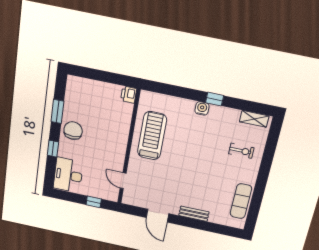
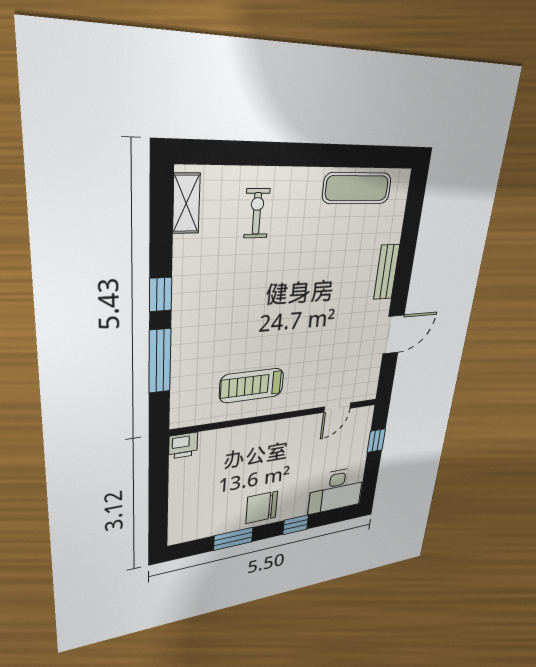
window: (181, 92) -> (160, 361), added
water cooler: (202, 108) -> (184, 313), removed
treadmill: (152, 136) -> (252, 385), width x0.73, depth x0.73

